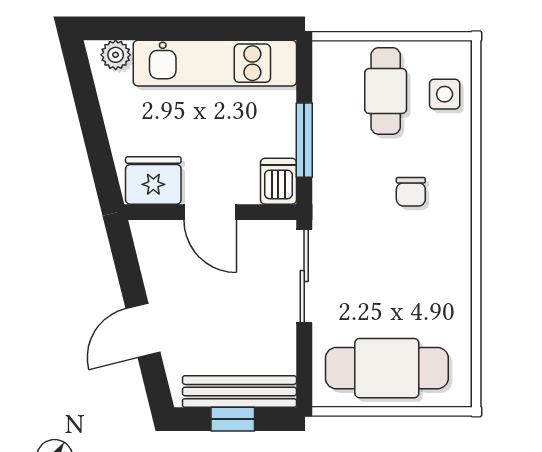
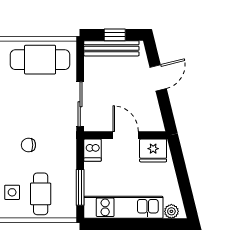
window: (304, 140) -> (80, 187), moved
chair: (411, 192) -> (28, 145), turned -90

